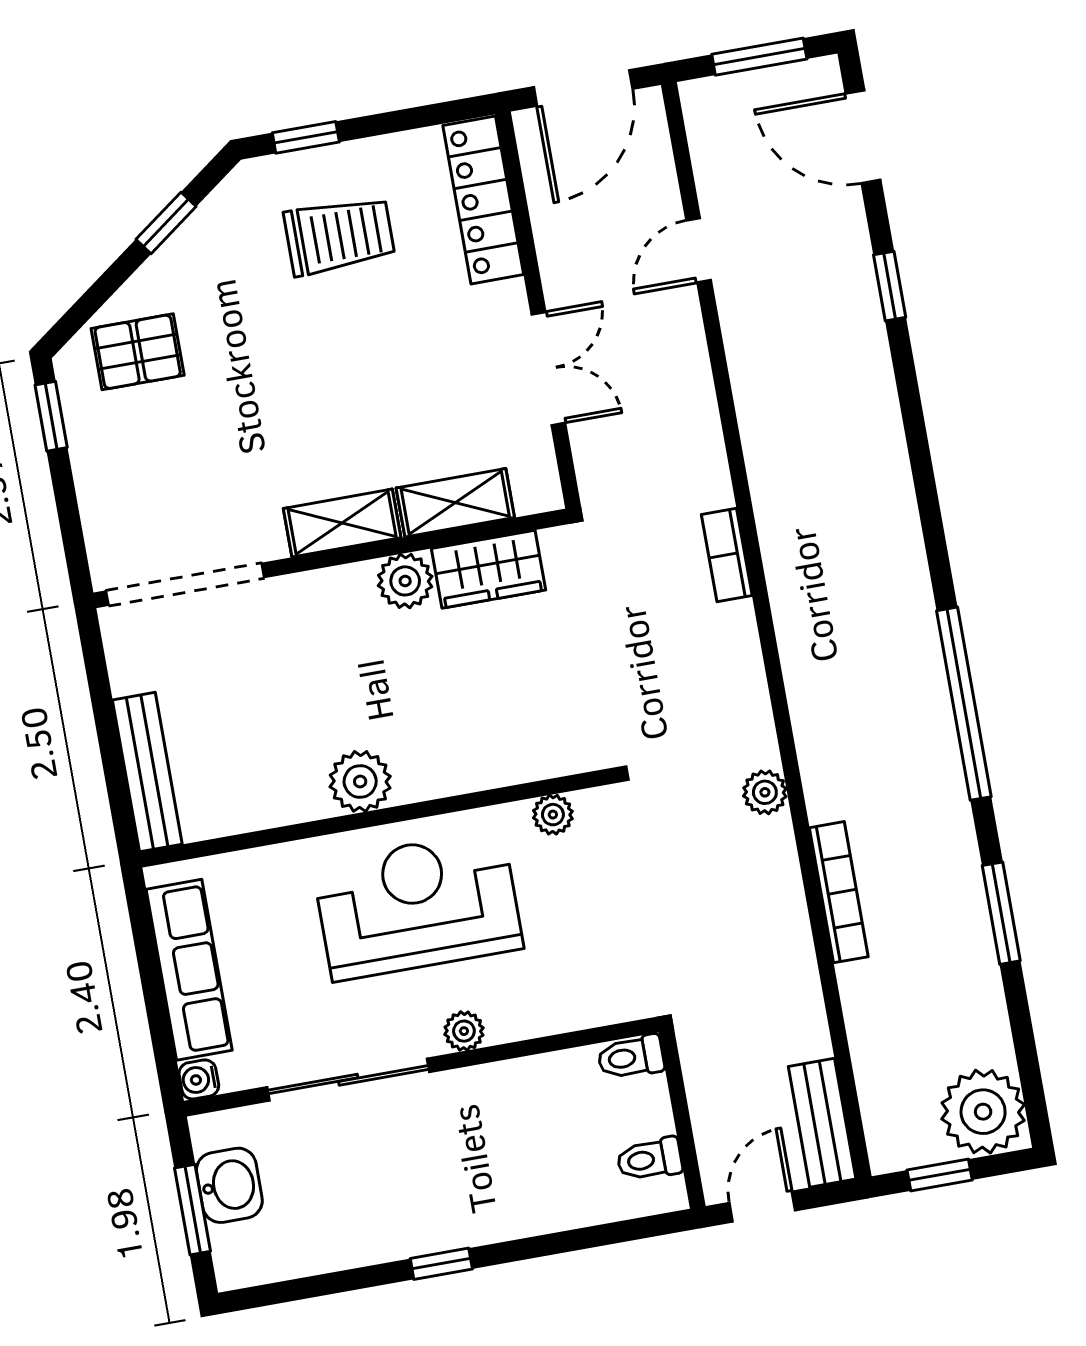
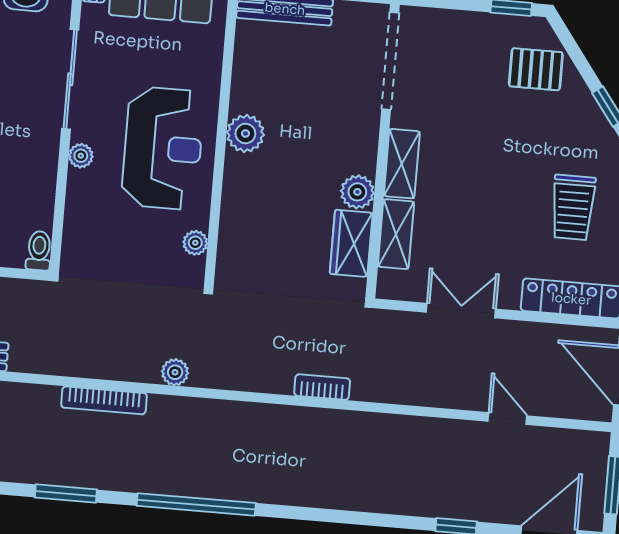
pallet: (138, 352) -> (536, 69), turned 90
double door: (548, 369) -> (461, 311), swing flipped

